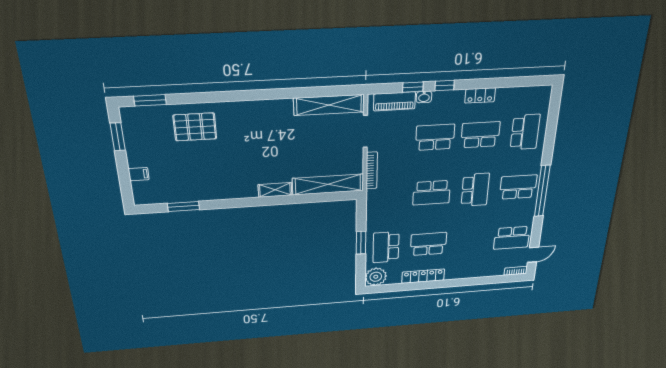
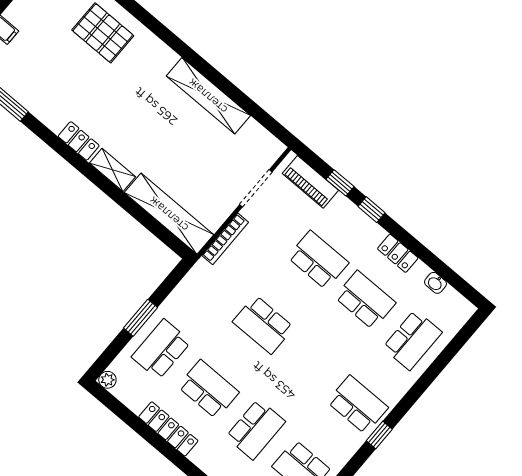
washbasin: (424, 97) -> (436, 283), moved
shelving: (329, 105) -> (208, 96), moved
school desk: (475, 190) -> (256, 429), moved
window: (542, 191) -> (379, 435), width x0.32
locker: (241, 192) -> (79, 141), added
plant: (376, 277) -> (107, 380), width x0.53, depth x0.53

